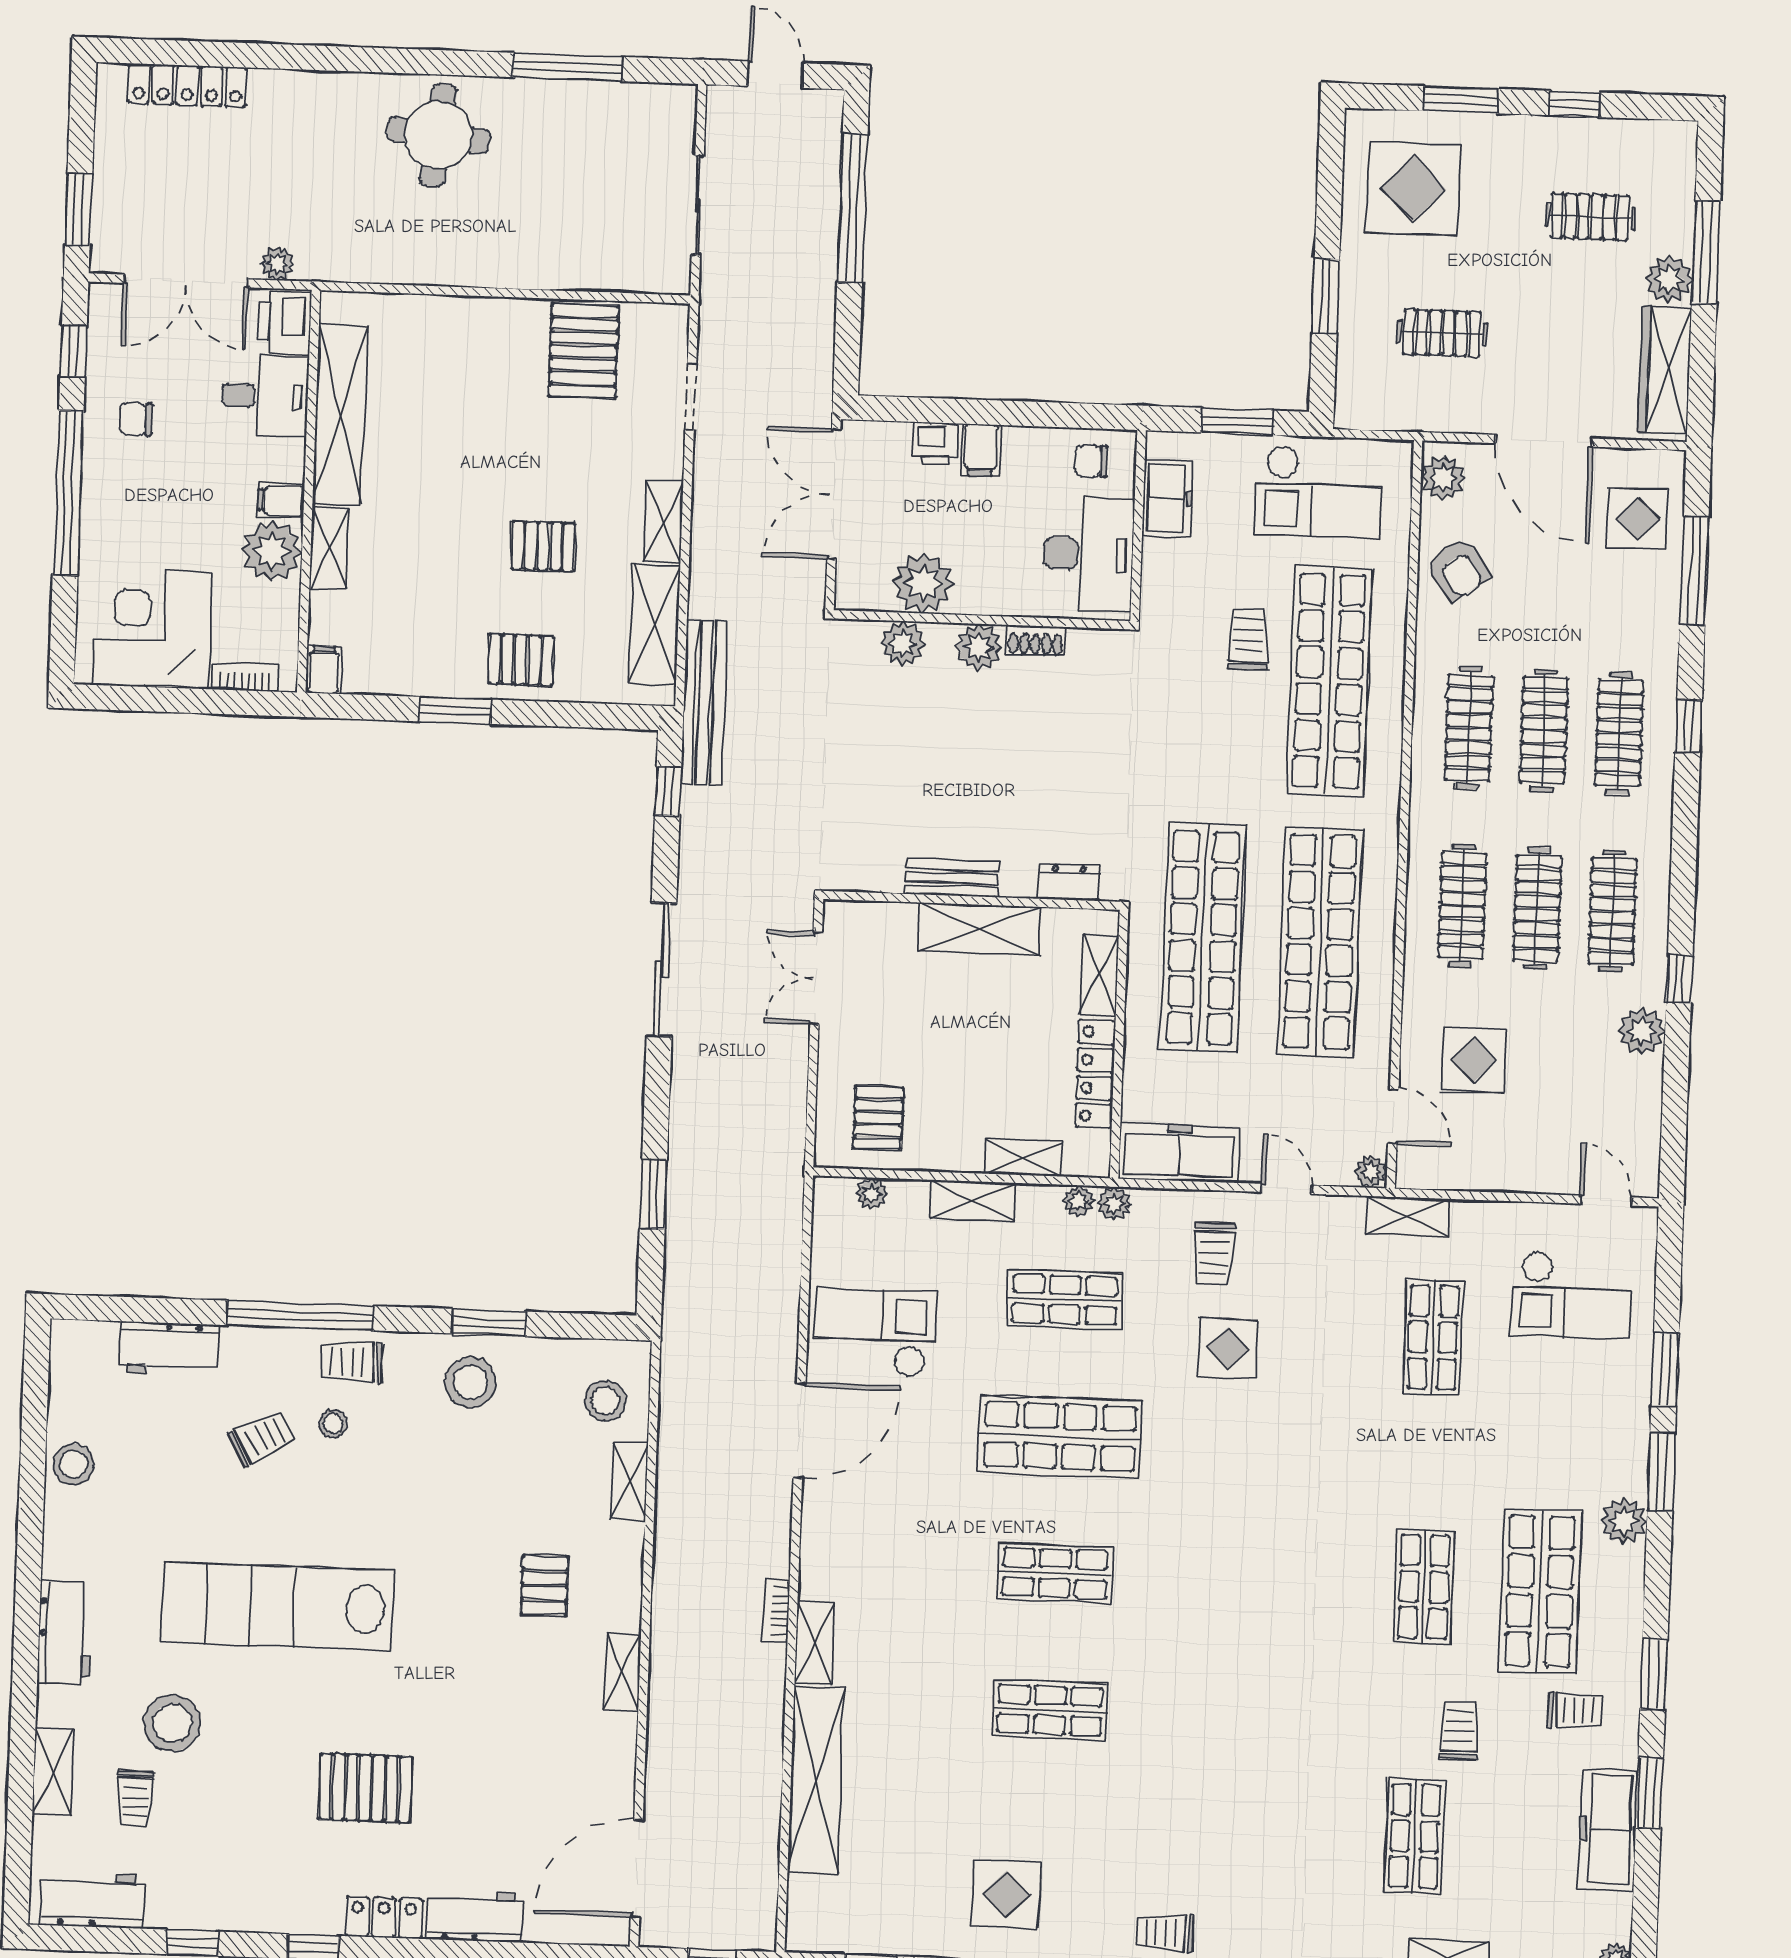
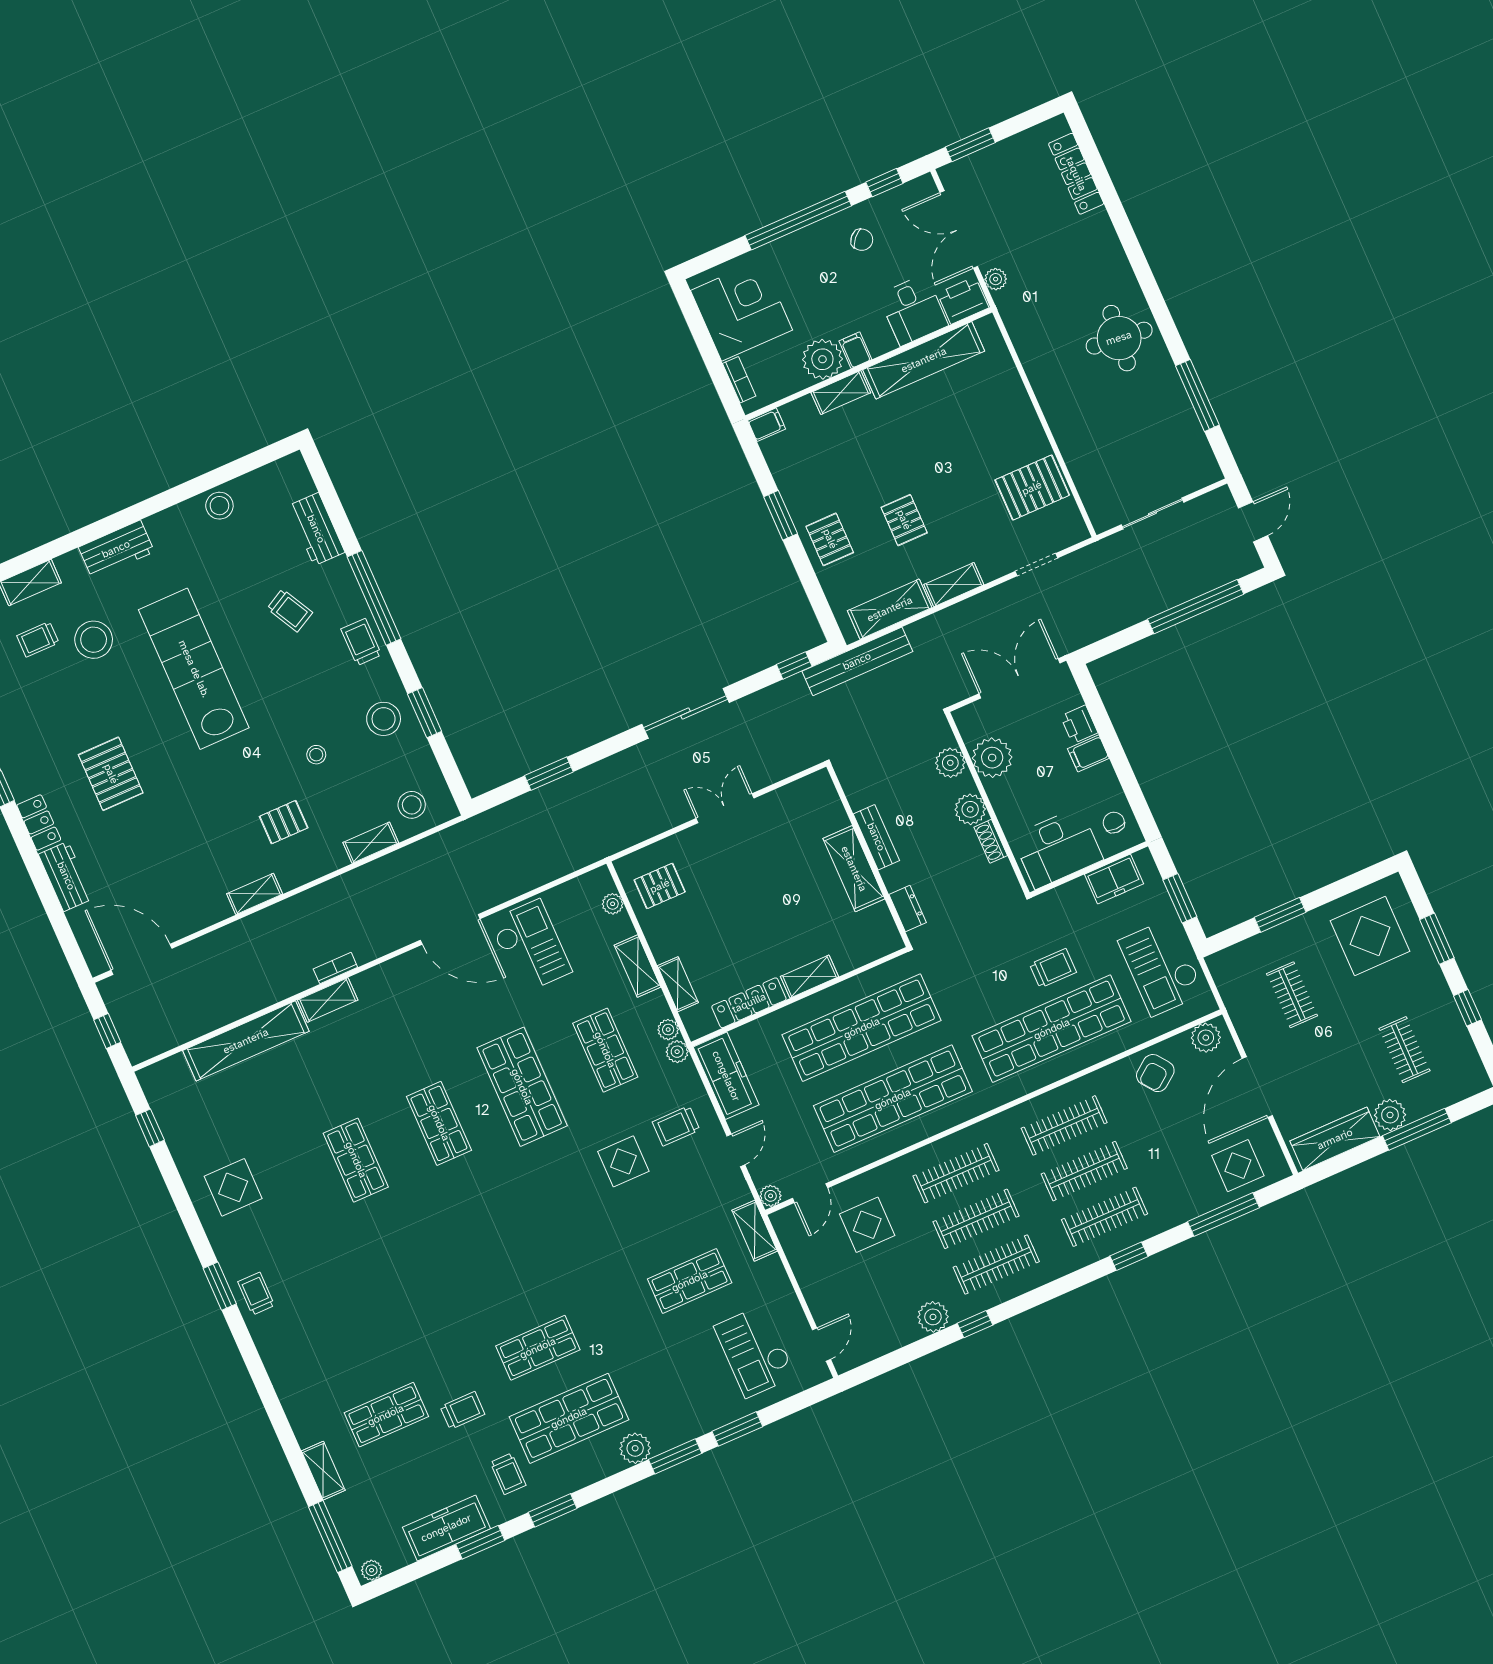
chair: (136, 419) -> (862, 240), turned 132
bench: (952, 878) -> (876, 837), moved
dresser: (1069, 883) -> (908, 909), moved
wall: (972, 900) -> (869, 856), moved
shelving: (979, 929) -> (854, 869), moved
stool: (333, 1424) -> (316, 755), moved

